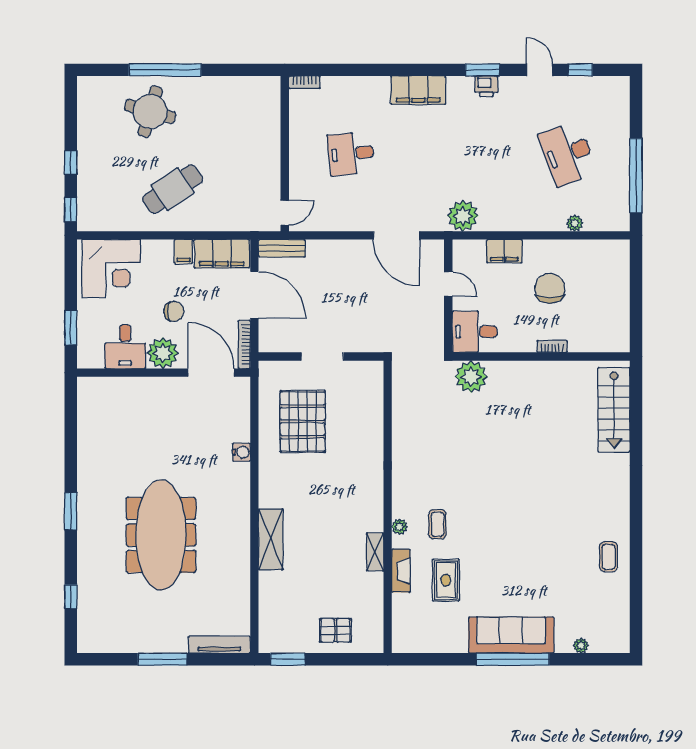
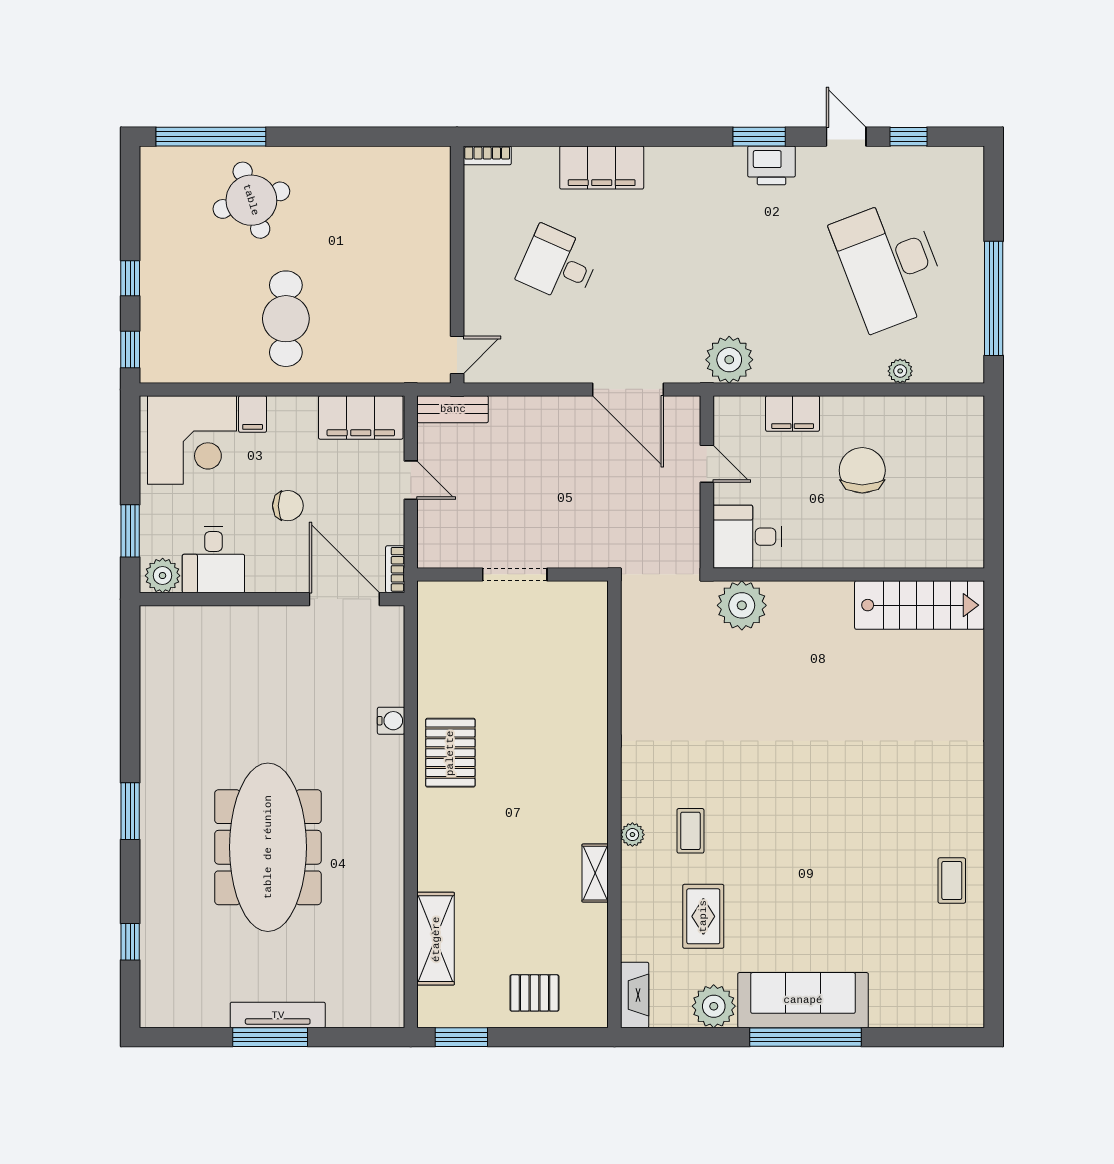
window: (165, 70) -> (211, 137), moved
printer: (486, 86) -> (772, 165), width x1.36, depth x1.24
filing cabinet: (418, 90) -> (602, 167), moved
round table: (150, 111) -> (251, 200), turned -33
desk: (351, 154) -> (558, 265), turned 30
desk: (568, 154) -> (890, 265), width x1.36, depth x1.30
cafe table: (173, 189) -> (286, 319), turned -56
filing cabinet: (183, 251) -> (253, 414), moved
door: (254, 295) -> (411, 480), width x0.53
bookcase: (244, 344) -> (395, 569), width x0.64
bookcase: (552, 346) -> (866, 559), removed
plant: (163, 353) -> (163, 576), moved, width x0.73, depth x0.73
stairs: (614, 410) -> (919, 605), moved, turned -90
pallet: (303, 421) -> (450, 753), moved, width x0.73, depth x0.71
shelving: (271, 539) -> (436, 939), moved
fireplace: (401, 571) -> (635, 995), moved
tv unit: (219, 645) -> (278, 1015), moved
plant: (581, 646) -> (714, 1006), moved, width x1.87, depth x1.87

